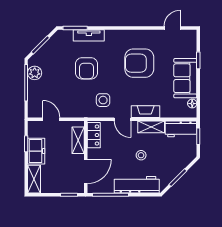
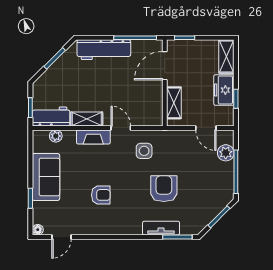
armchair: (139, 63) -> (101, 195), width x0.53, depth x0.53
plant: (35, 73) -> (226, 153), moved
floor lamp: (192, 104) -> (38, 230), moved
plant: (177, 112) -> (56, 136), added
locker: (94, 135) -> (155, 109), removed
stool: (141, 155) -> (99, 85), removed

